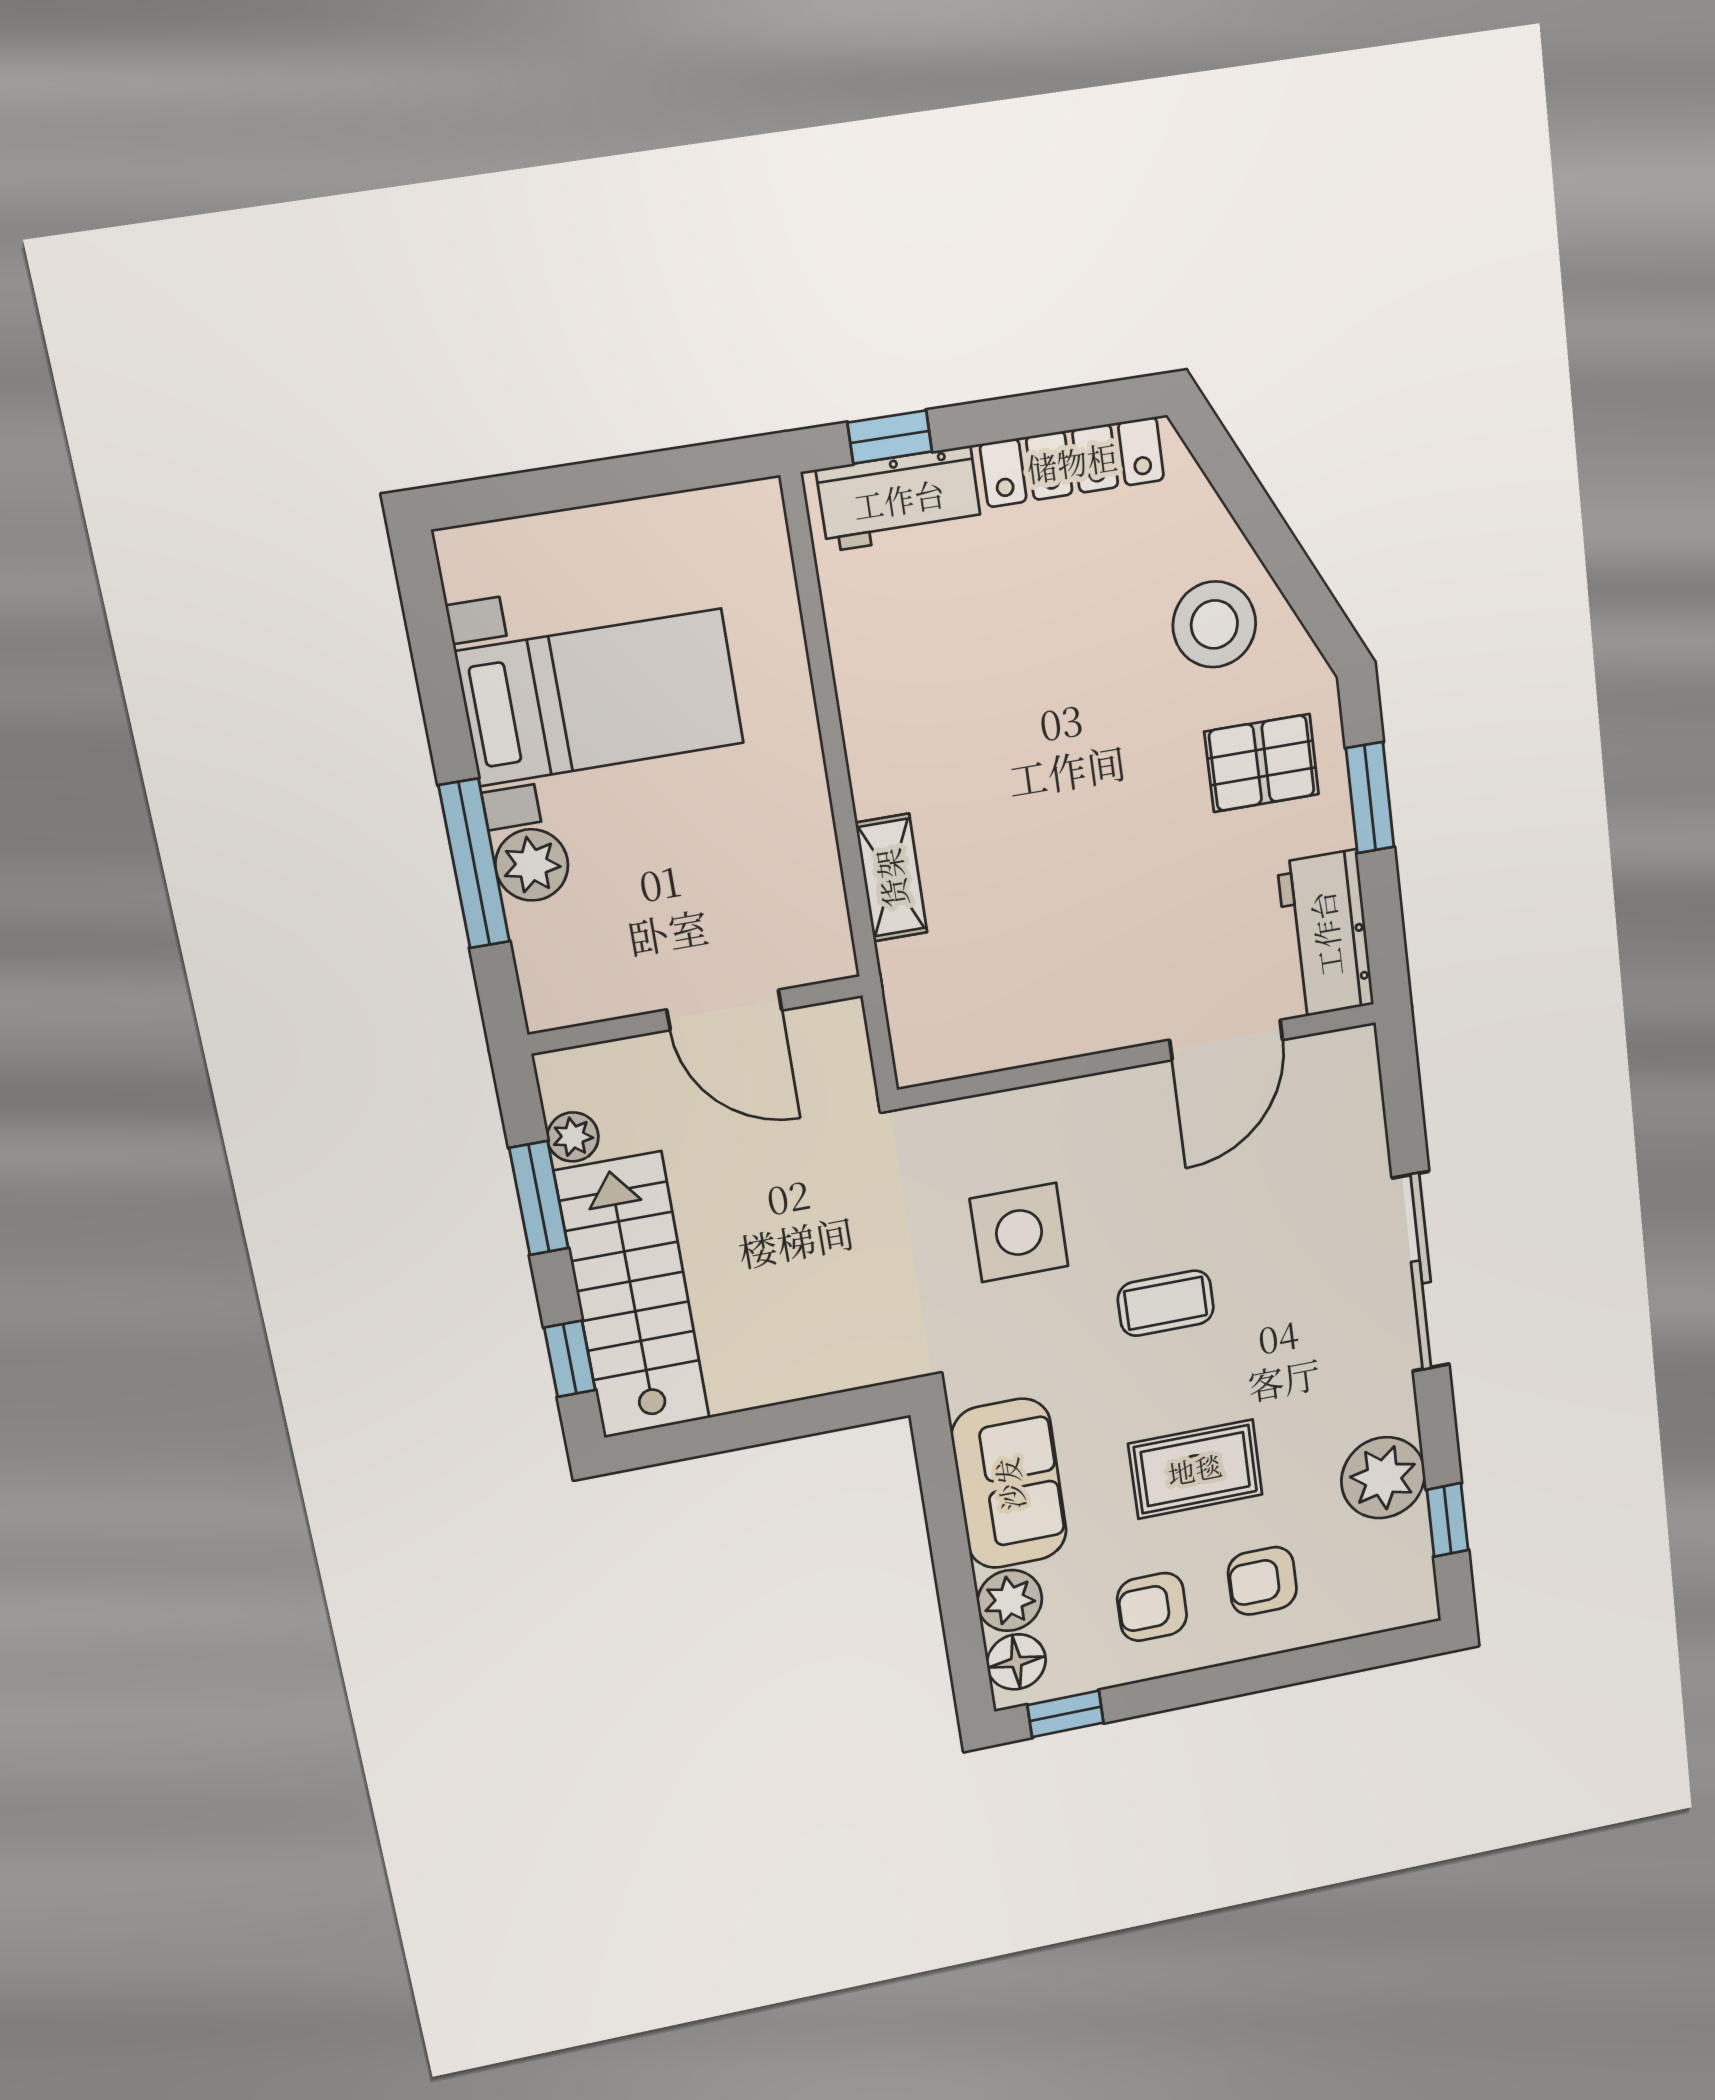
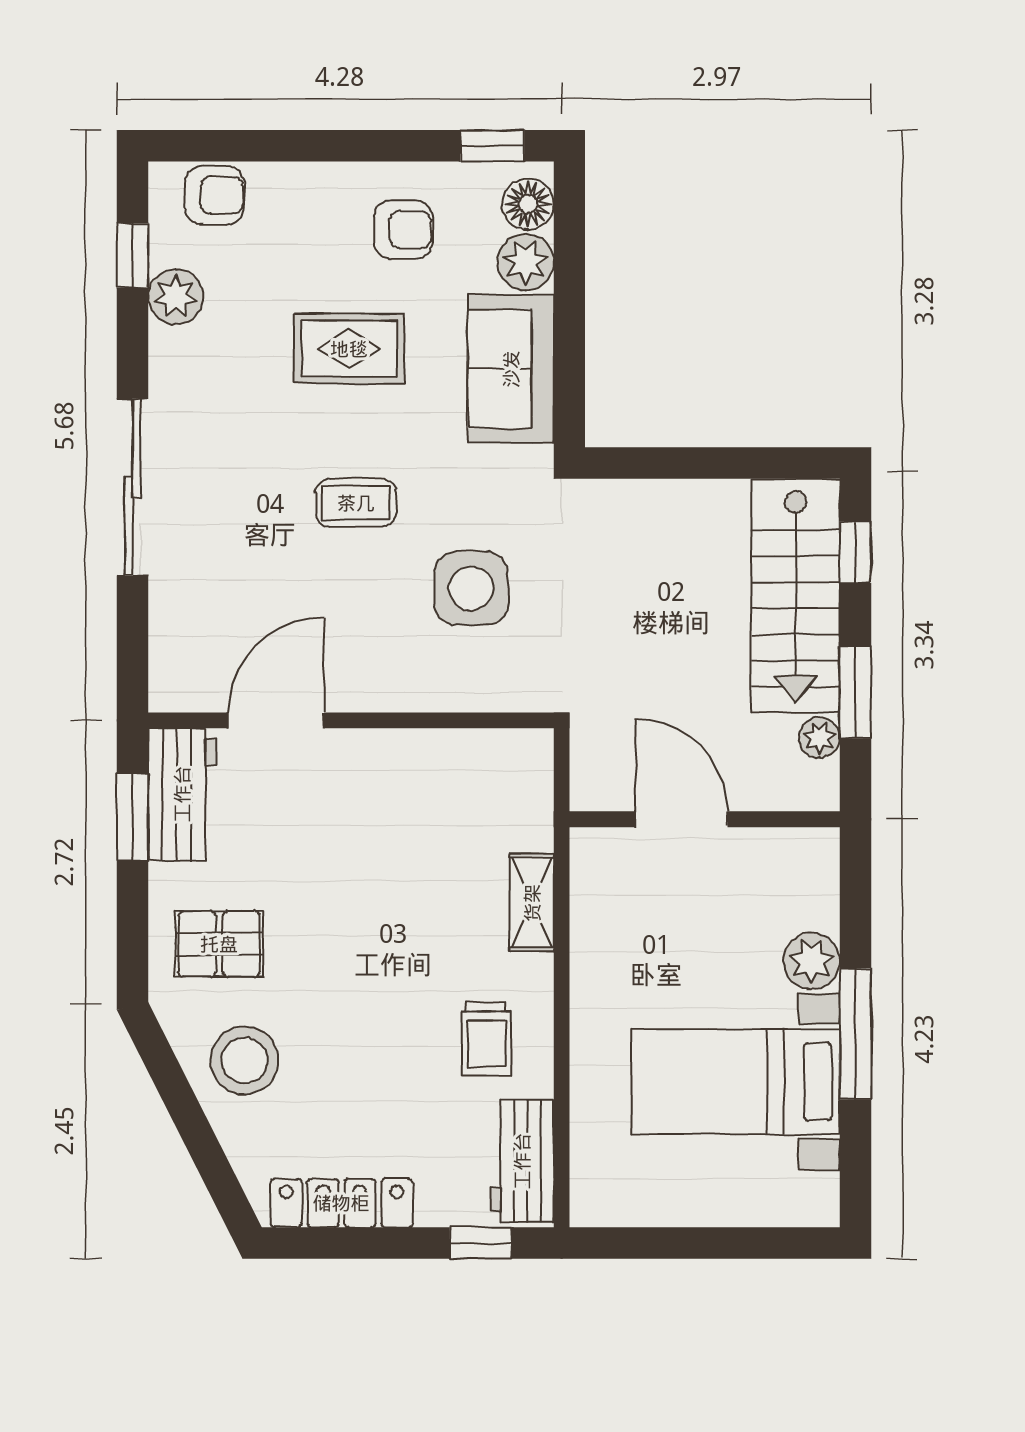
workbench: (899, 499) -> (522, 1161), moved, turned -90
trolley: (922, 700) -> (486, 1039), added
window: (1370, 798) -> (133, 817), moved
window: (474, 864) -> (855, 1034), moved
plant: (1383, 1478) -> (176, 297), width x0.73, depth x0.73
armchair: (1262, 1581) -> (215, 195), moved

